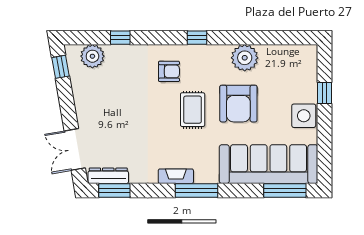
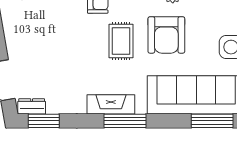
dresser: (108, 176) -> (32, 106), width x0.70
fireplace: (176, 176) -> (111, 104), width x1.37, depth x1.32

